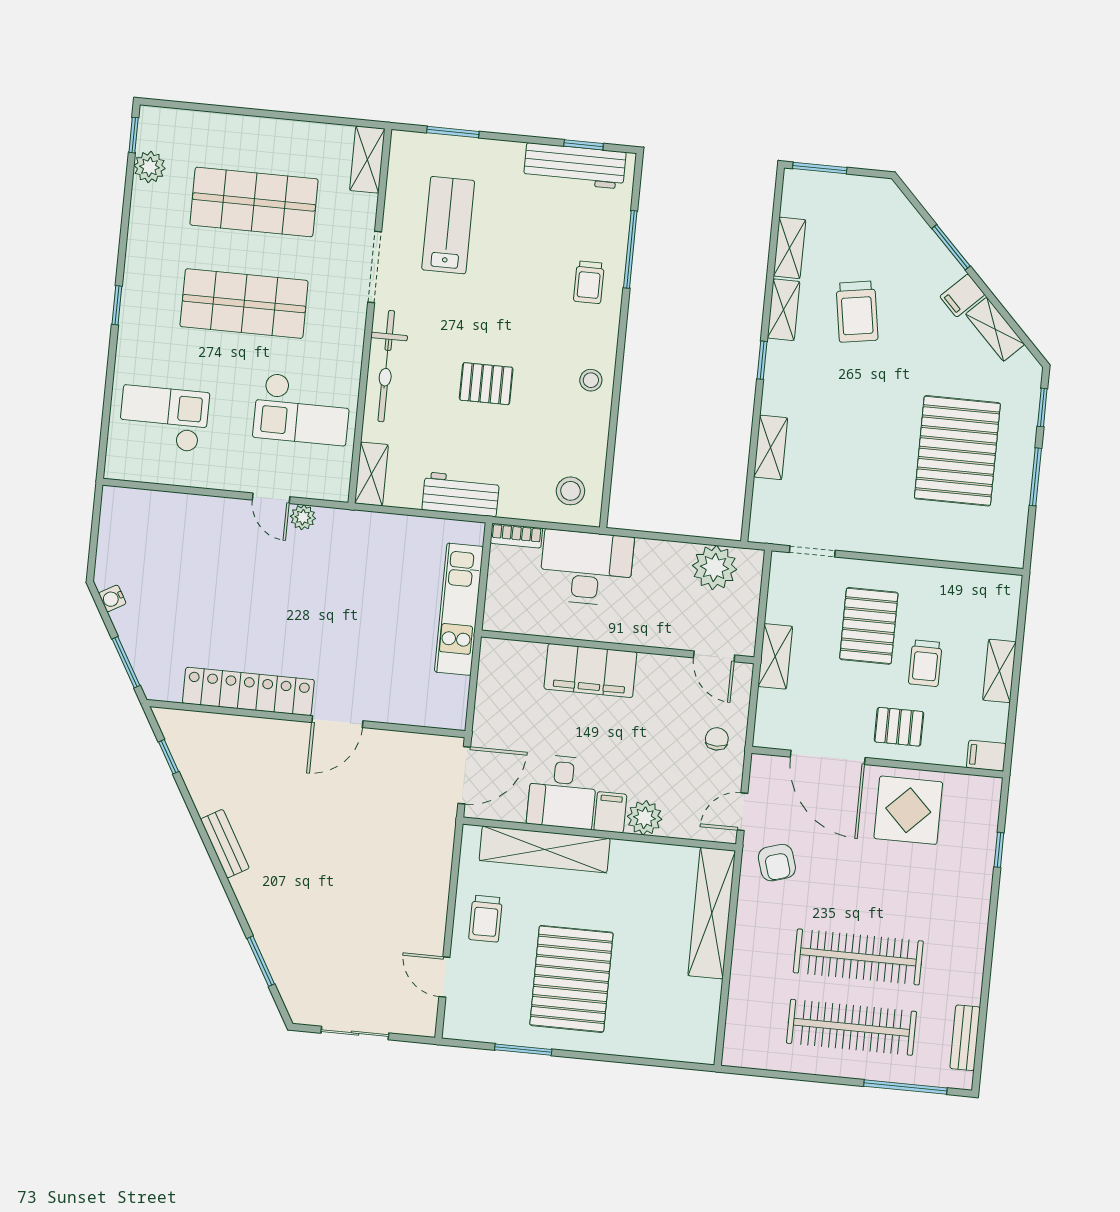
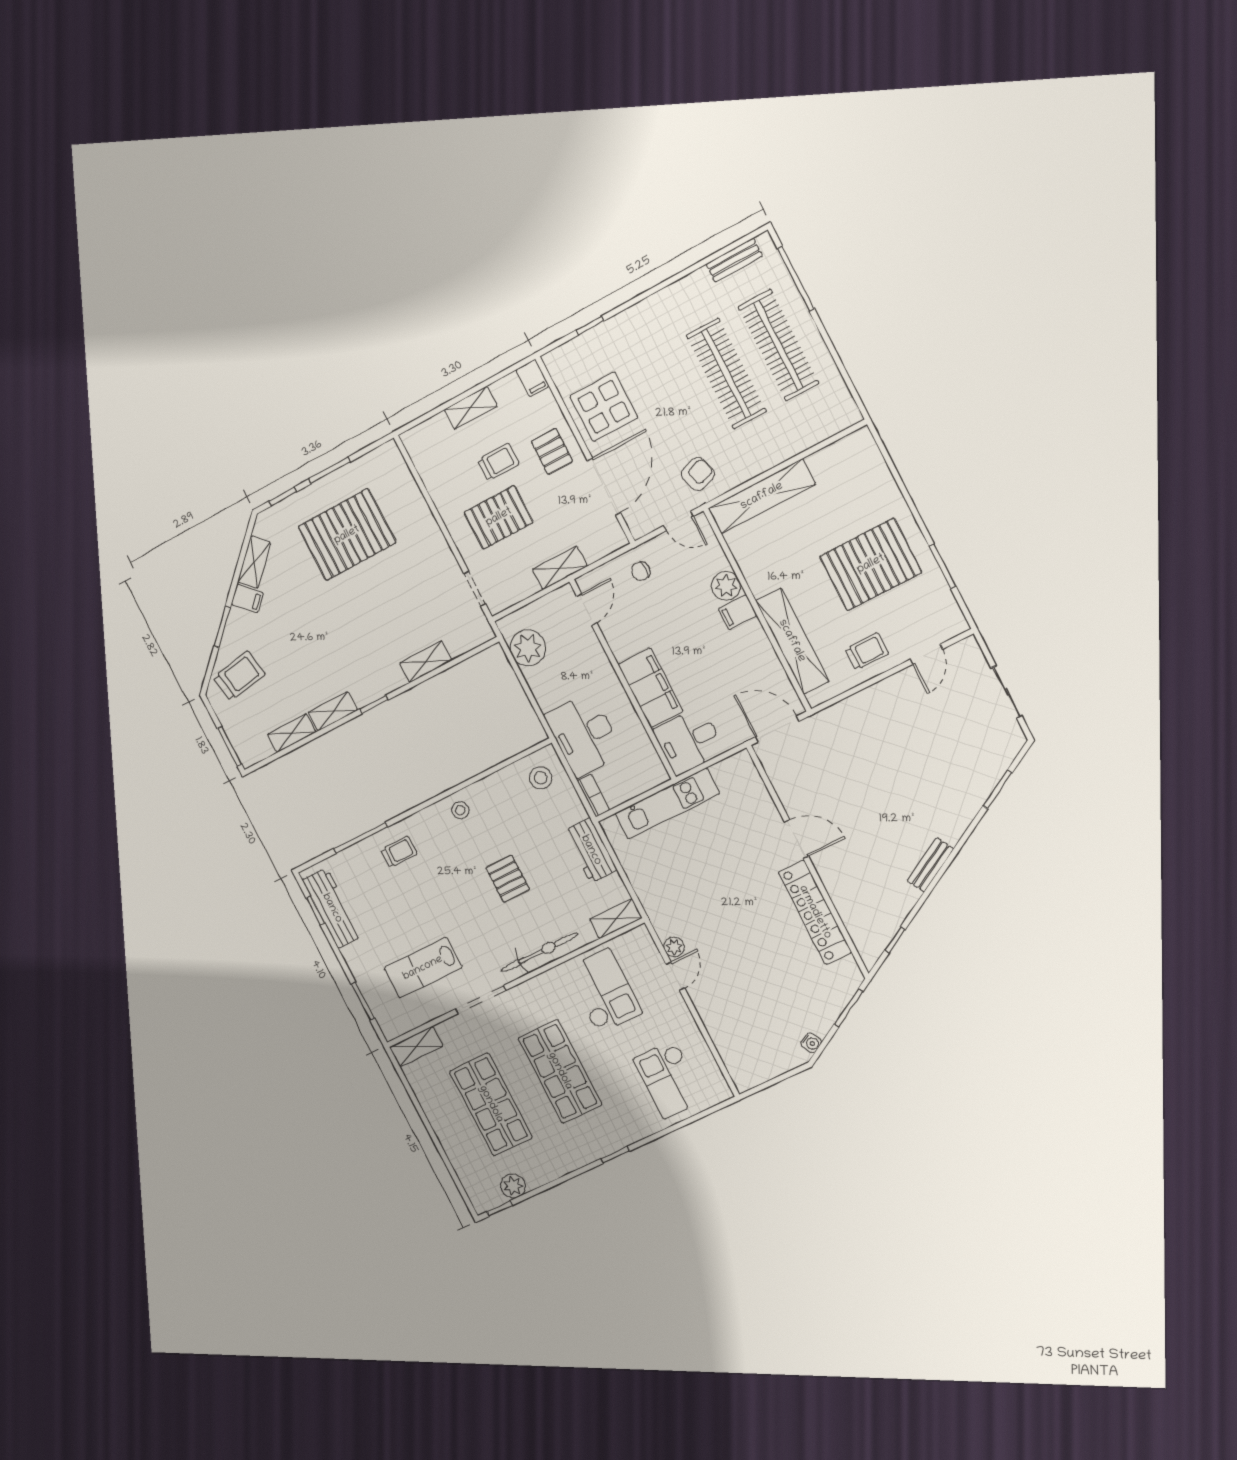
trolley: (857, 312) -> (239, 676), moved
desk: (562, 792) -> (689, 741), moved, turned 180

